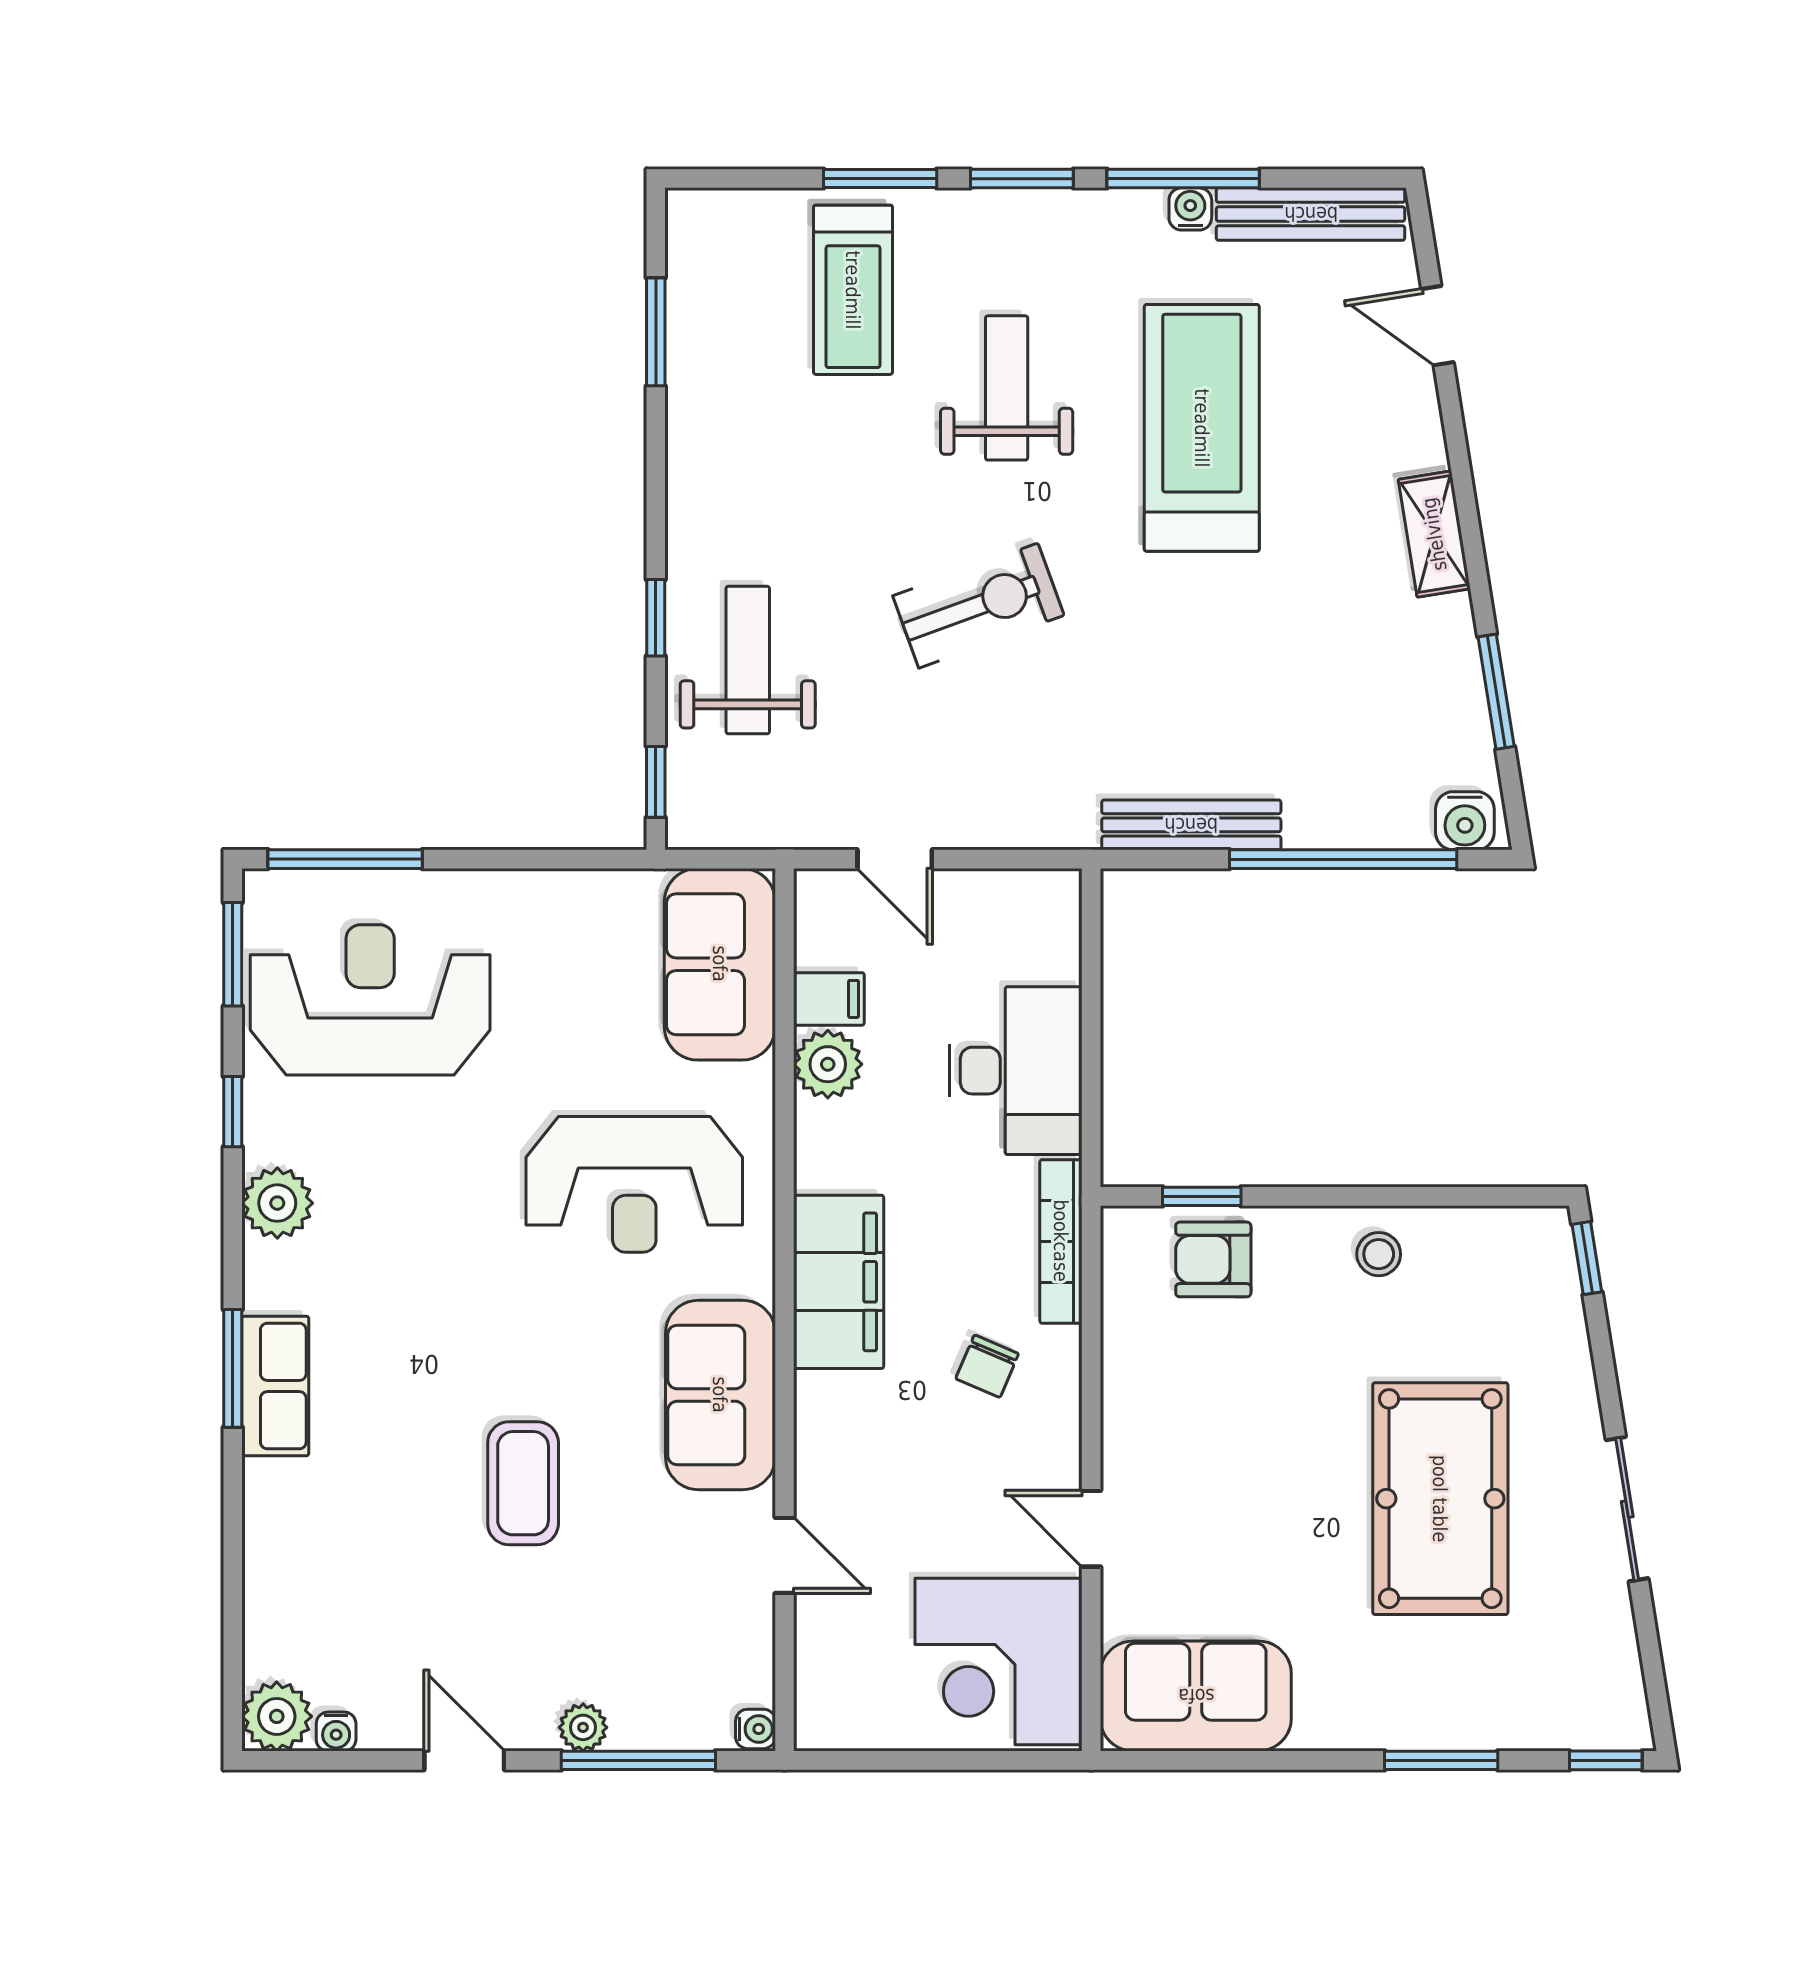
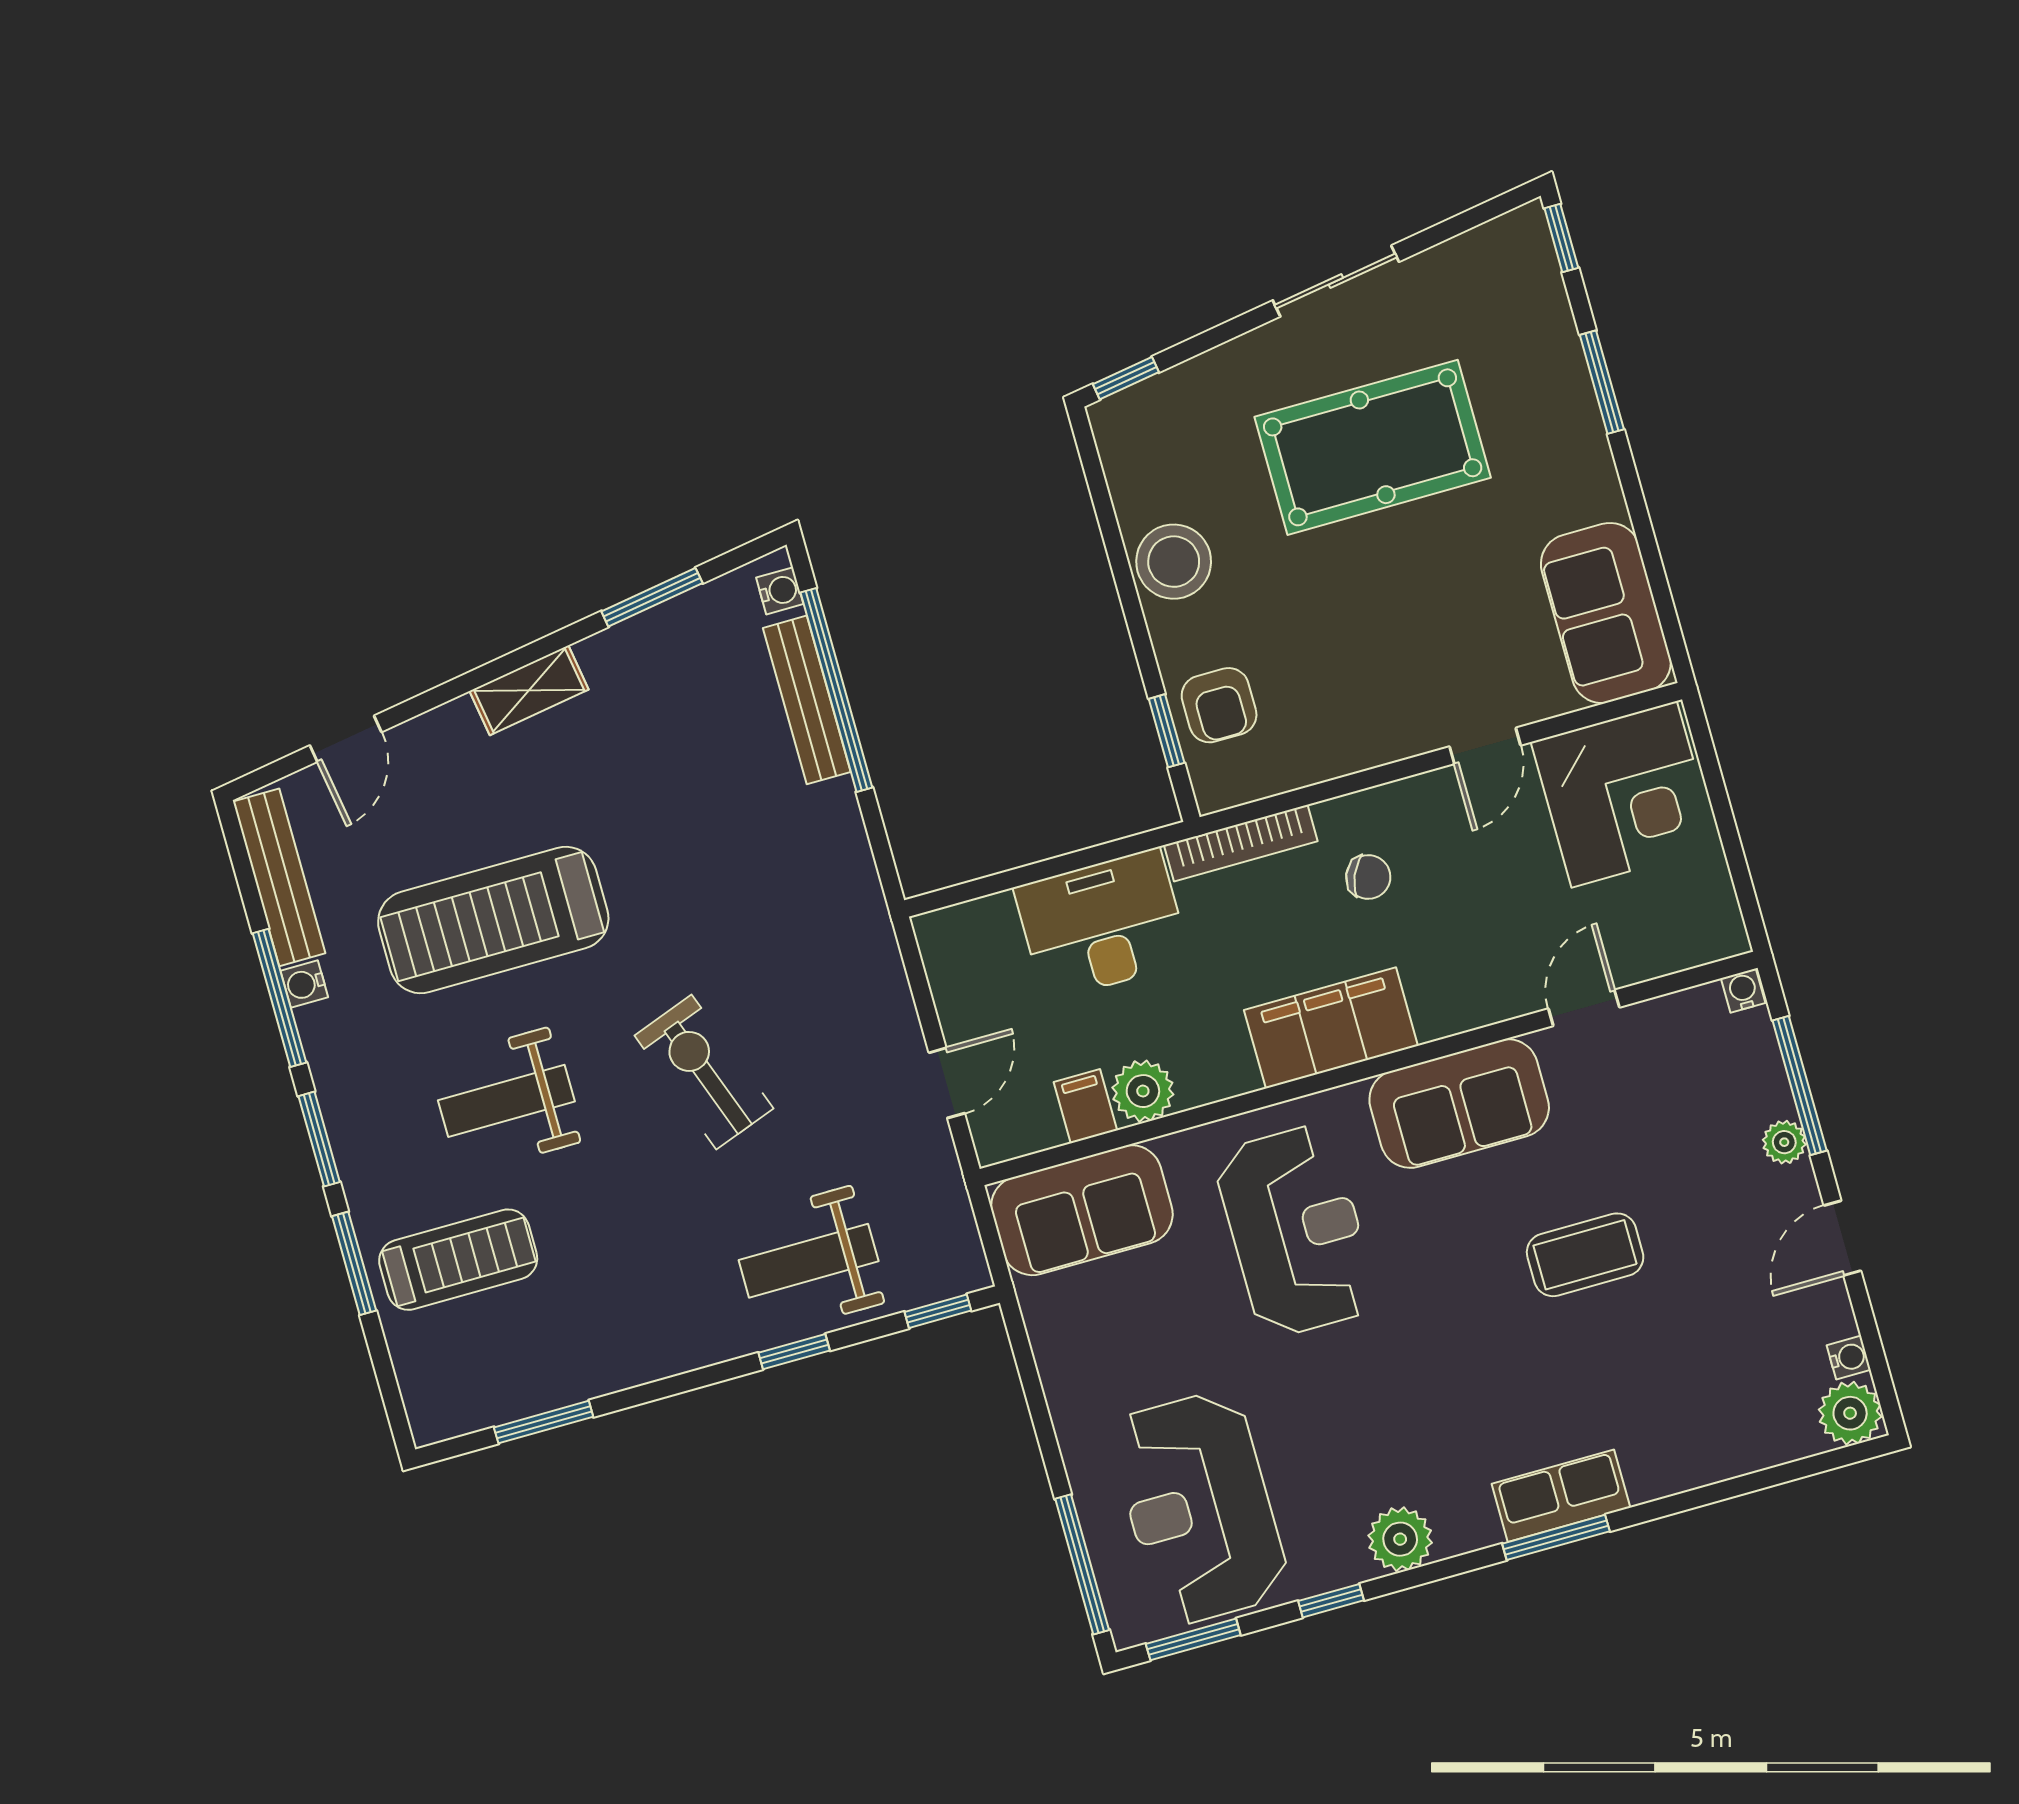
water cooler: (1465, 821) -> (780, 591), width x0.72, depth x0.72
bench: (1191, 825) -> (807, 700), moved
stool: (1379, 1254) -> (1174, 562), width x1.89, depth x1.89

